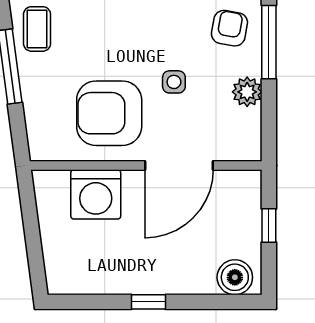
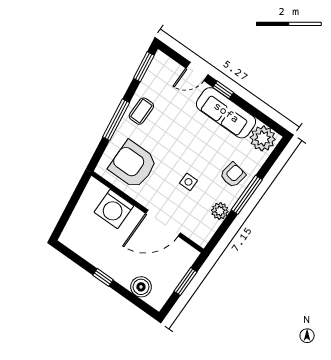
armchair: (109, 113) -> (133, 165), moved
window: (269, 225) -> (186, 282), width x1.50
boiler: (235, 277) -> (141, 287), moved

